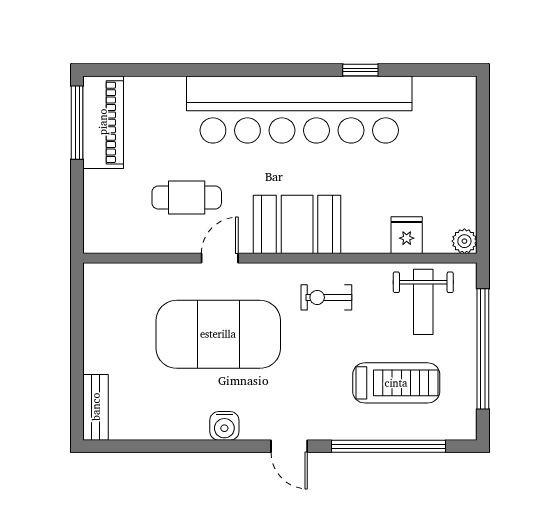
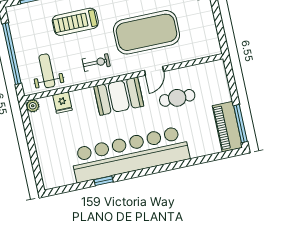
treadmill: (396, 383) -> (75, 22), moved

